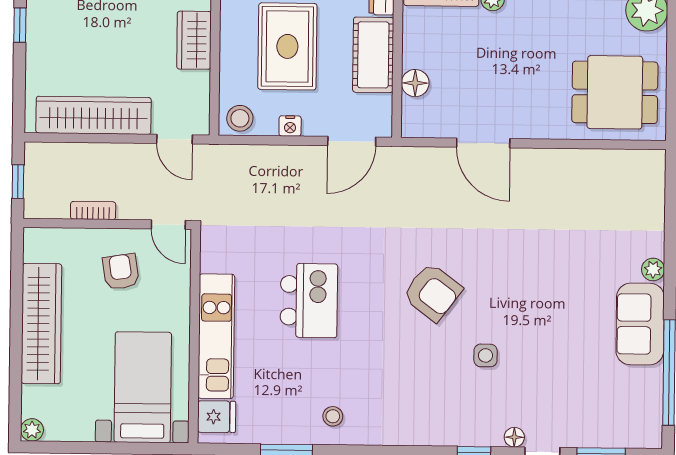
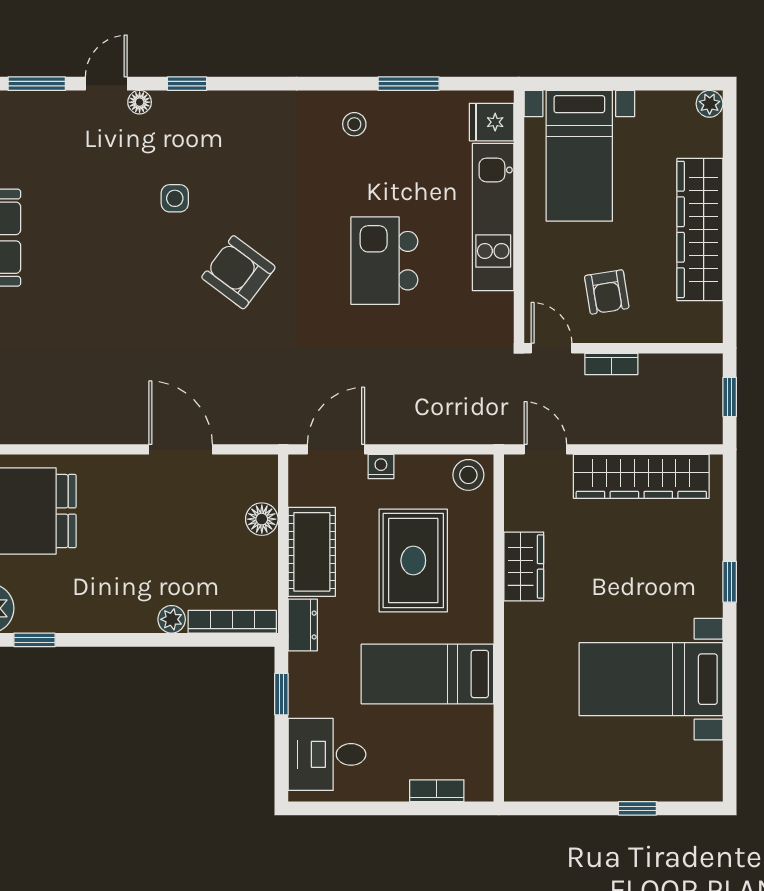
nightstand: (290, 126) -> (381, 467), moved
bookcase: (93, 210) -> (611, 364), moved

